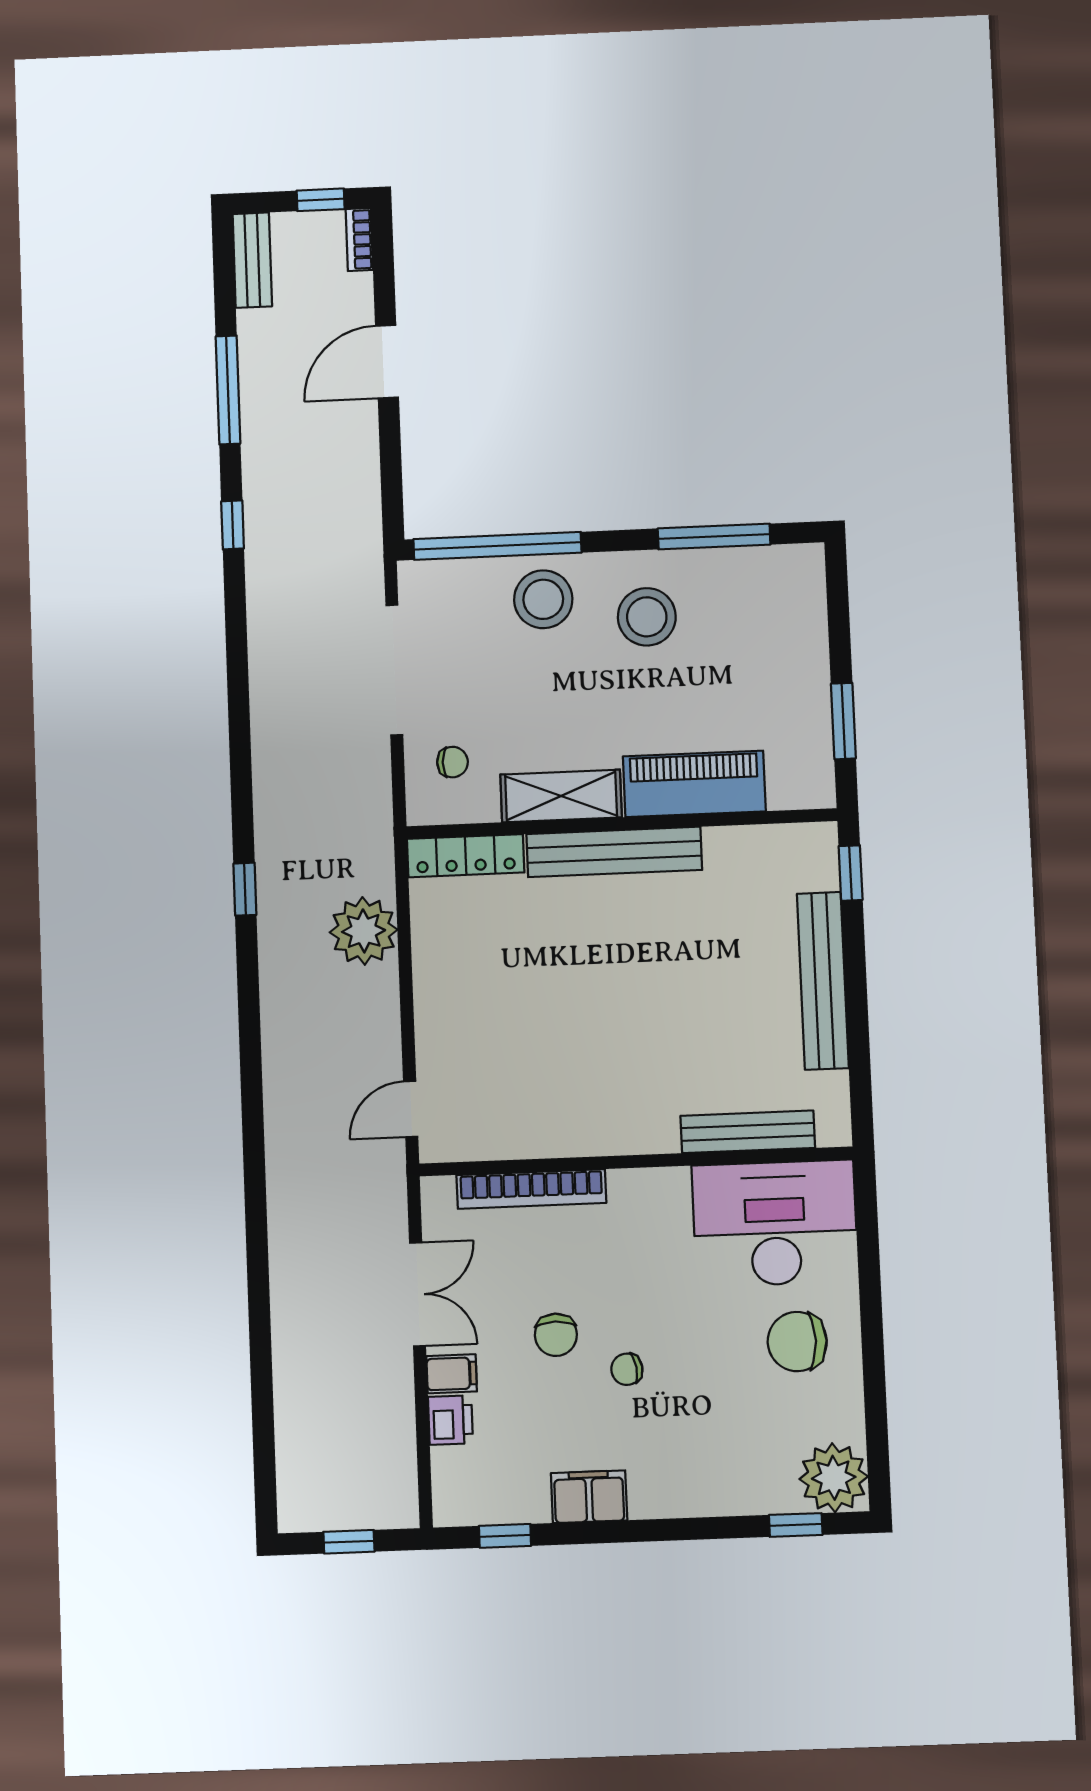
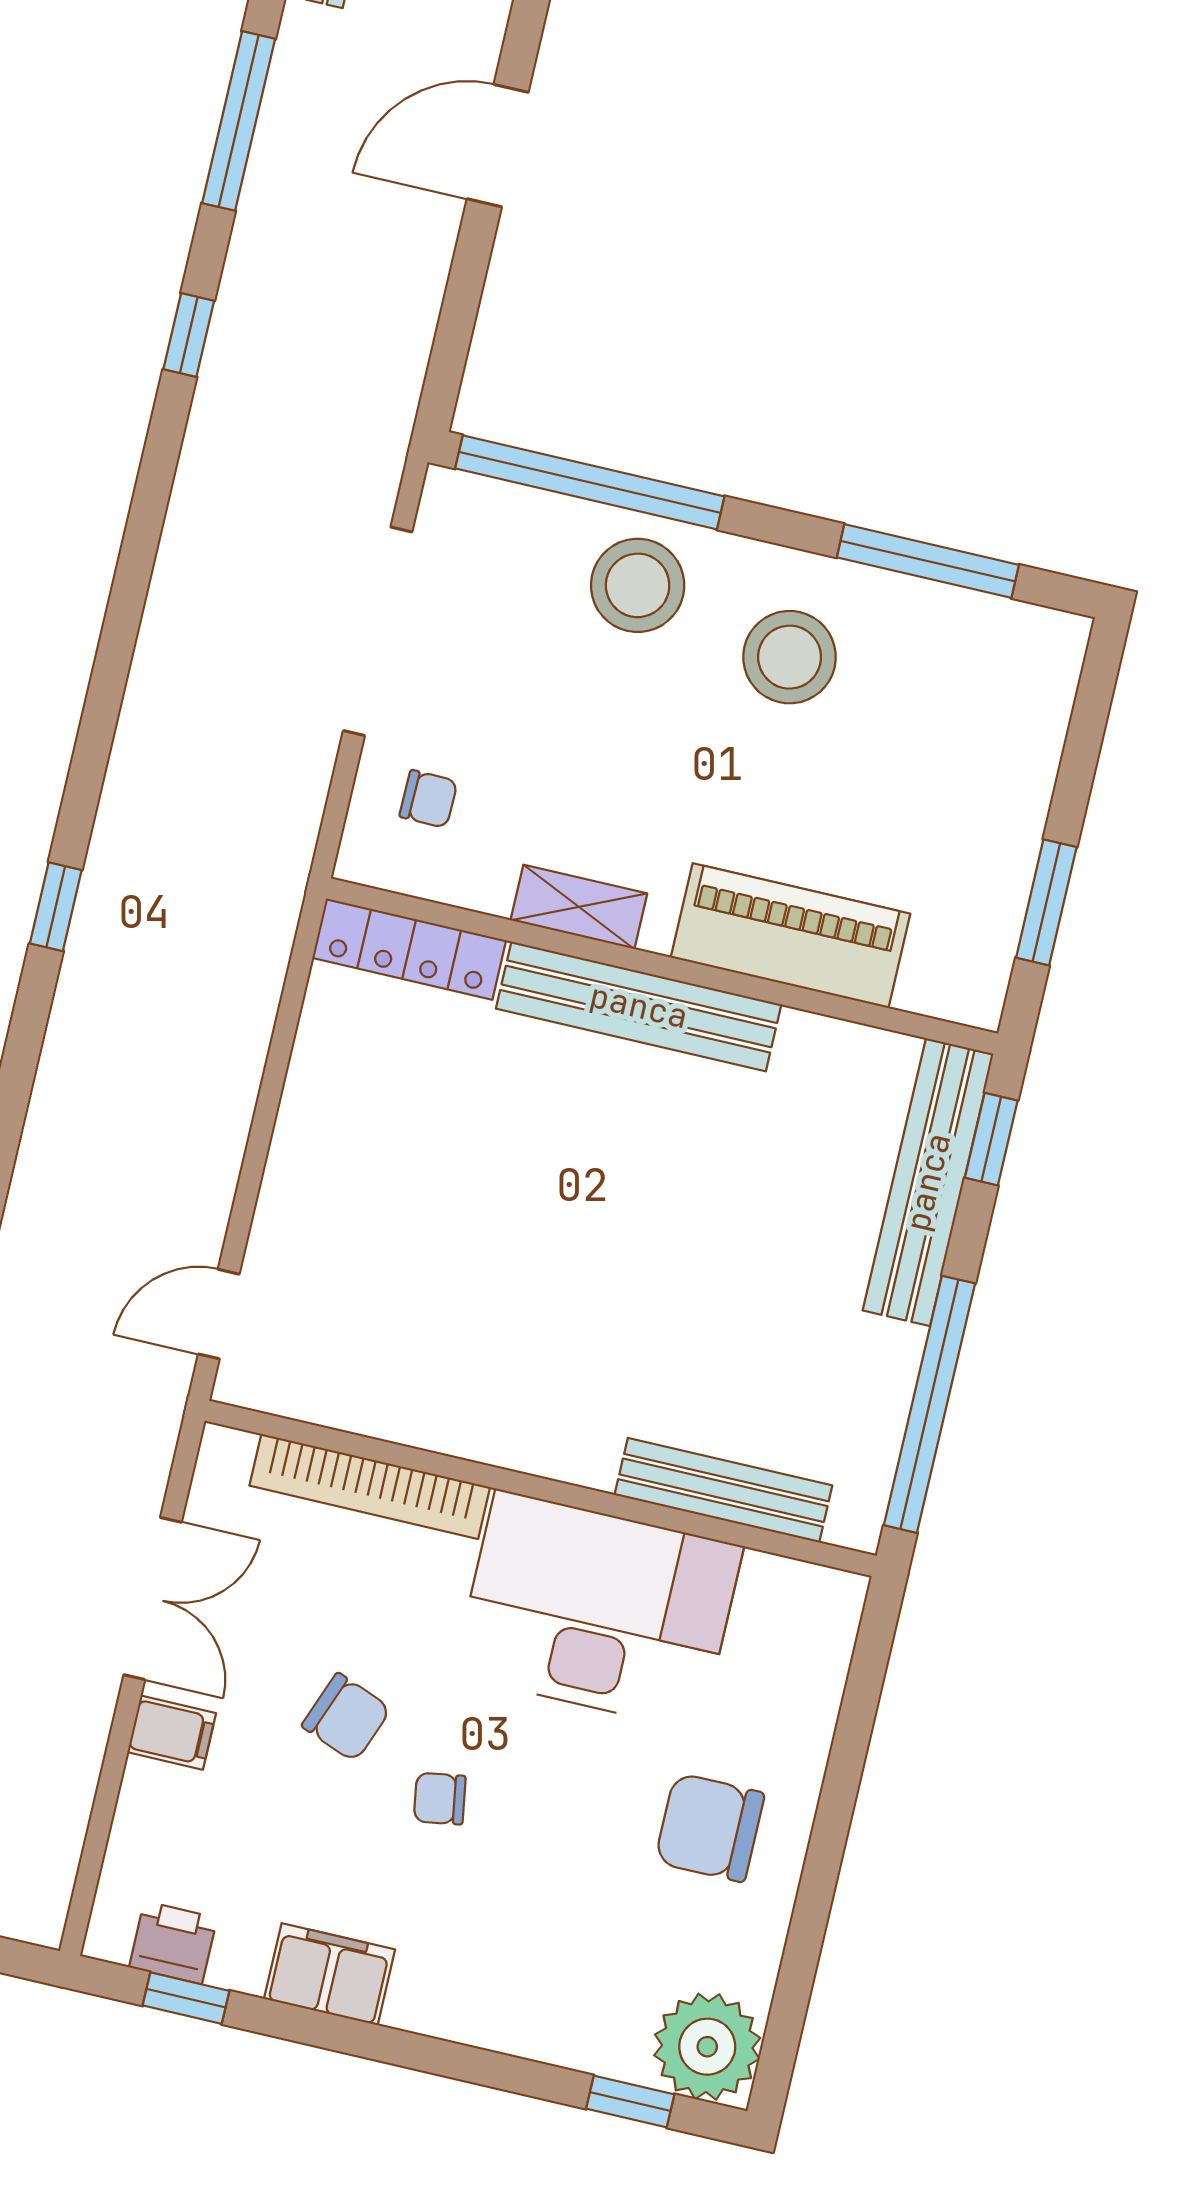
shelving: (561, 796) -> (579, 907), width x0.67, depth x0.75
plant: (364, 931) -> (221, 1021), removed
bench: (823, 981) -> (928, 1182), moved
window: (859, 1045) -> (929, 1404), added
desk: (775, 1223) -> (598, 1610), moved
chair: (556, 1335) -> (346, 1717), turned -69
printer: (450, 1420) -> (173, 1943), moved, turned -90

